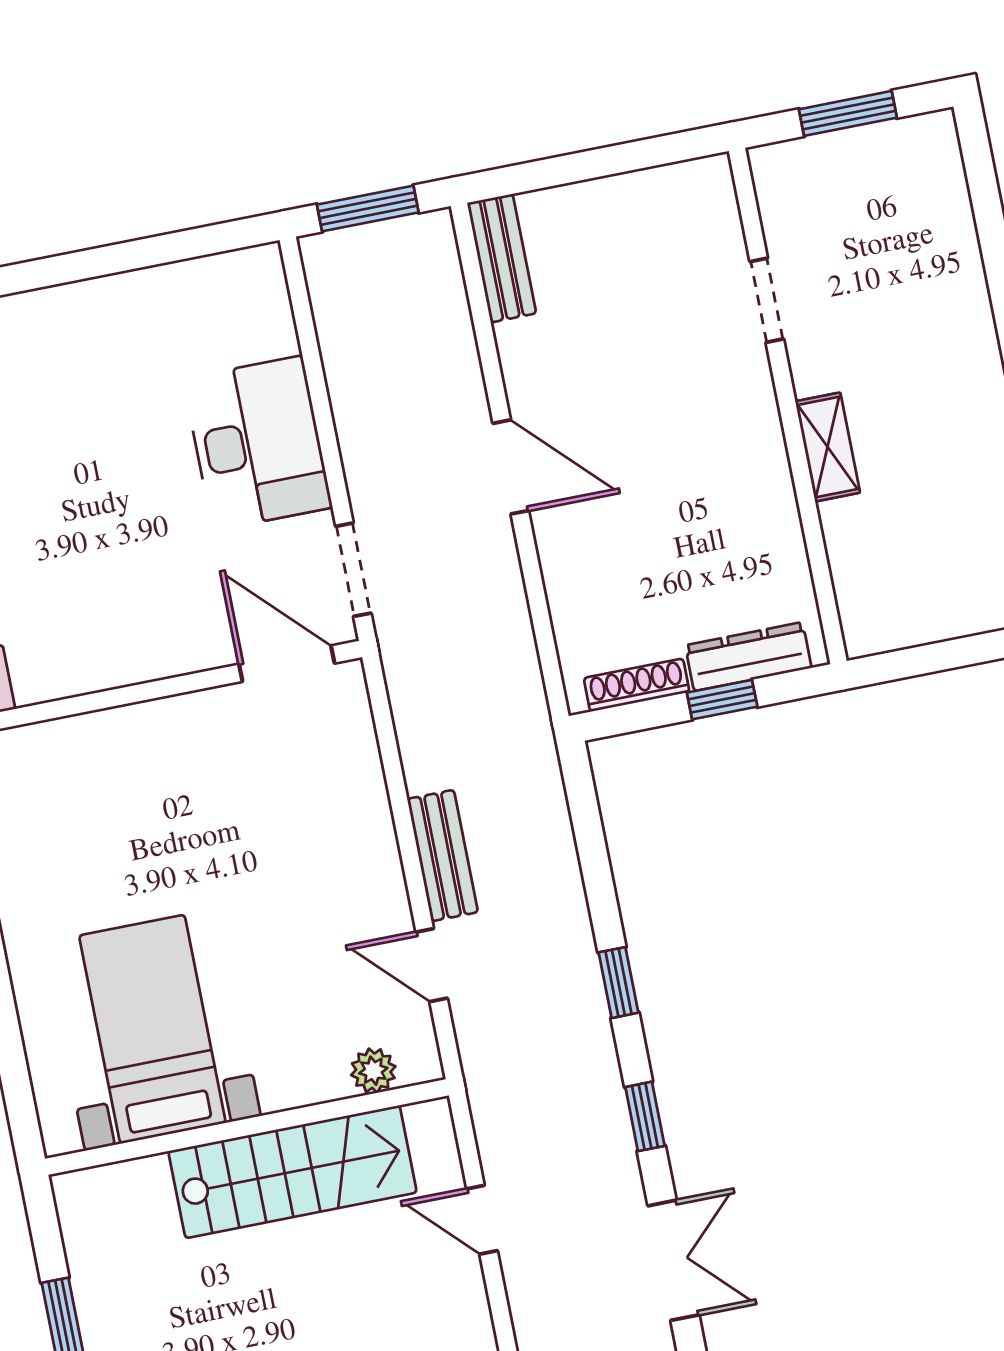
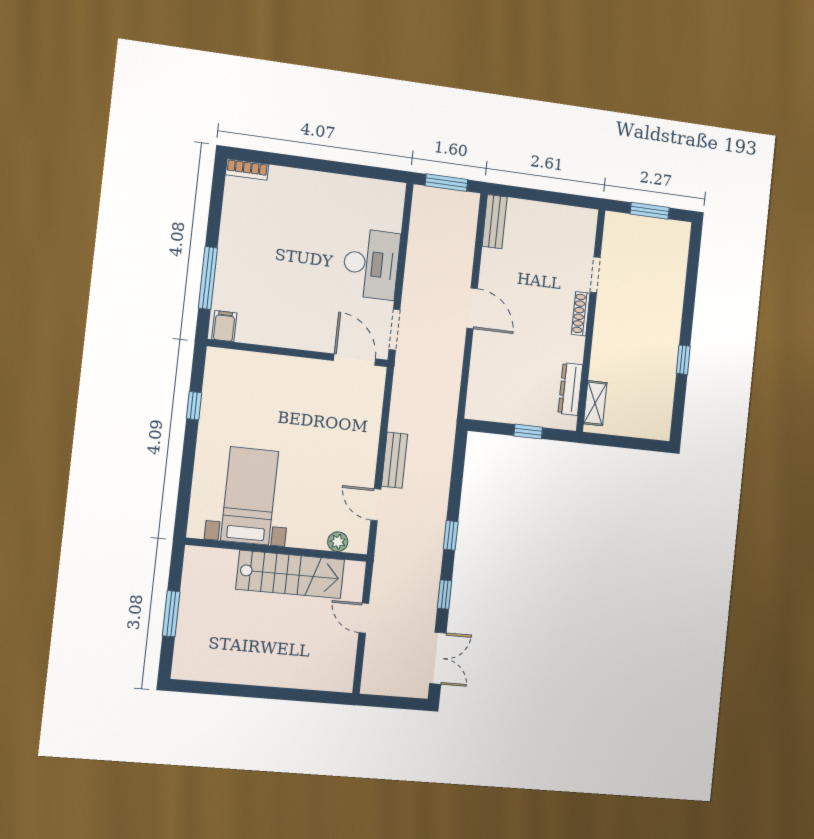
shelving: (828, 447) -> (595, 403), moved
dresser: (748, 657) -> (570, 389), moved, turned -90
shoe rack: (637, 685) -> (581, 314), moved, turned -90

